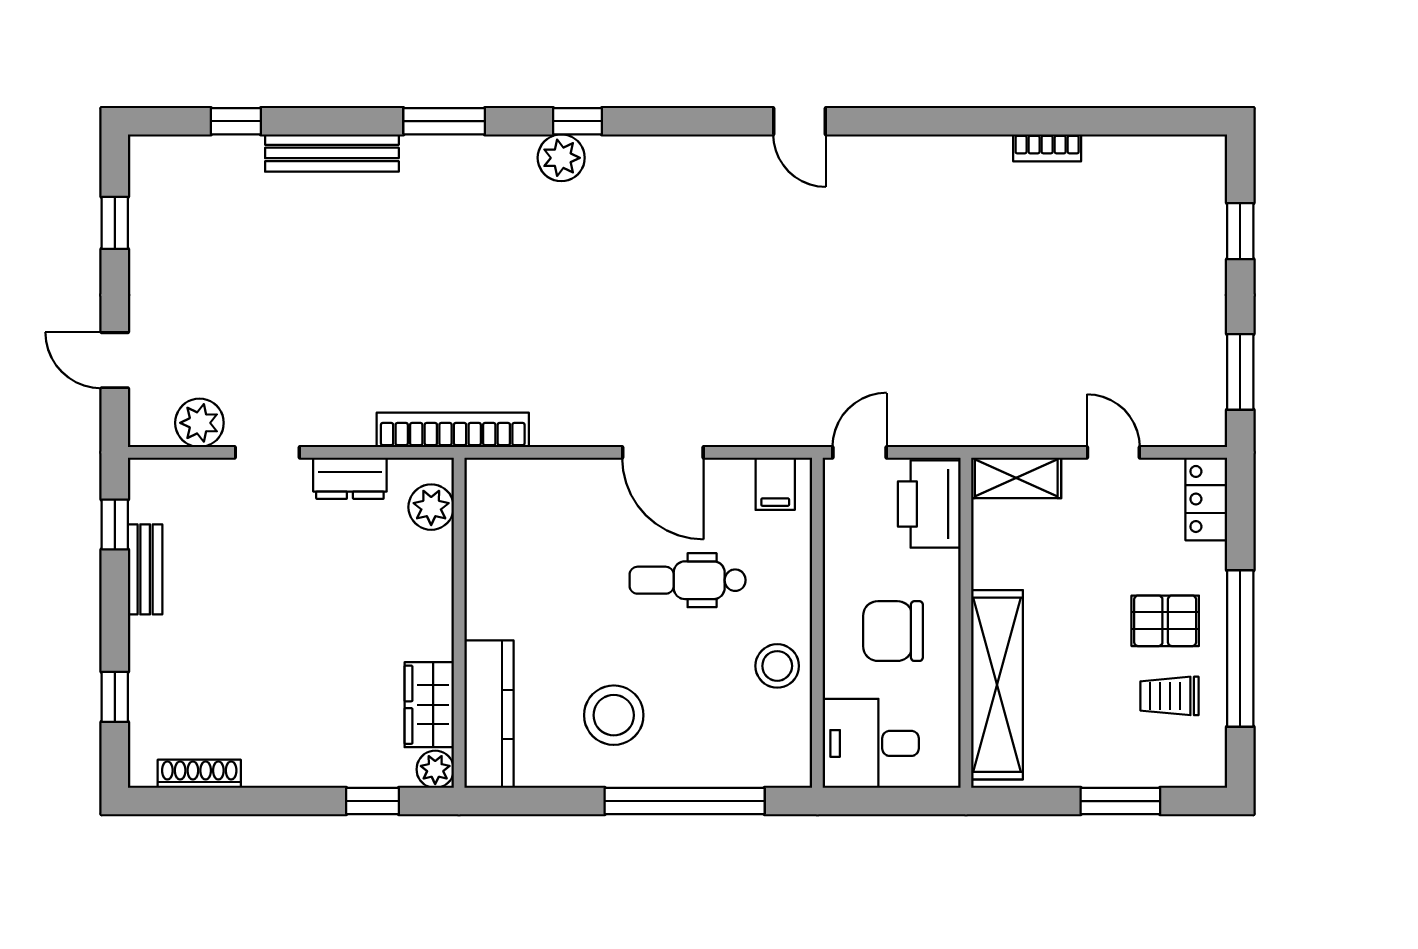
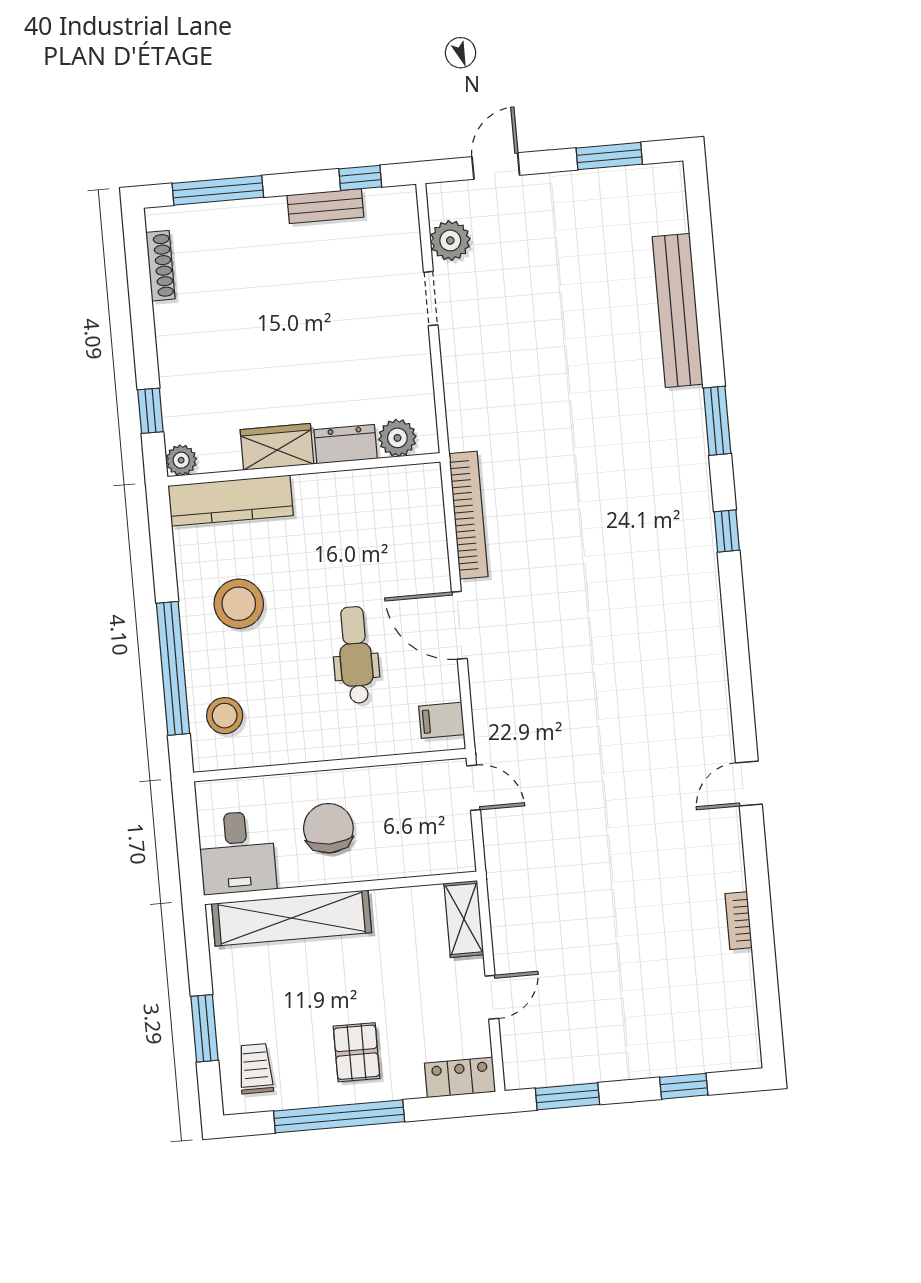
window: (236, 121) -> (702, 249), removed
door: (800, 121) -> (749, 783), moved
bench: (332, 153) -> (678, 310), width x1.37, depth x1.21
plant: (561, 158) -> (695, 520), removed
window: (115, 223) -> (609, 156), width x1.50
bookcase: (453, 430) -> (468, 515), moved
door: (663, 452) -> (459, 625), hinge flipped
dresser: (350, 478) -> (346, 444), moved, turned 90
printer: (929, 504) -> (436, 849), removed
stool: (777, 666) -> (225, 716), moved
trolley: (1170, 696) -> (256, 1069), moved
window: (115, 697) -> (218, 190), width x2.17
wardrobe: (429, 705) -> (277, 447), moved
desk: (871, 743) -> (237, 853), moved, turned 180

